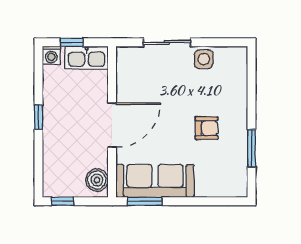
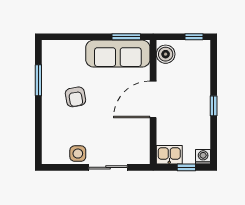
kitchen sink: (87, 58) -> (169, 155), width x0.73
armchair: (207, 128) -> (75, 97), turned -100

